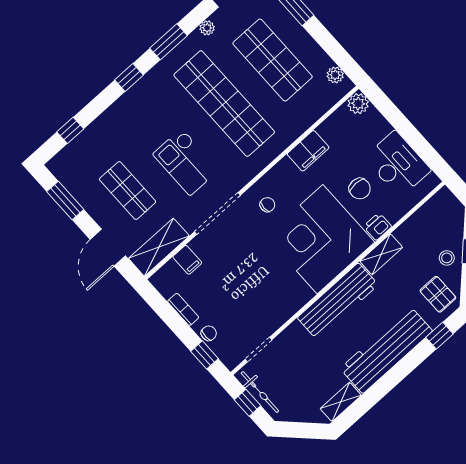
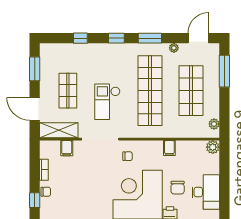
window: (70, 130) -> (80, 38), moved
filing cabinet: (308, 151) -> (169, 148), width x0.50
door: (108, 248) -> (35, 109), hinge flipped

